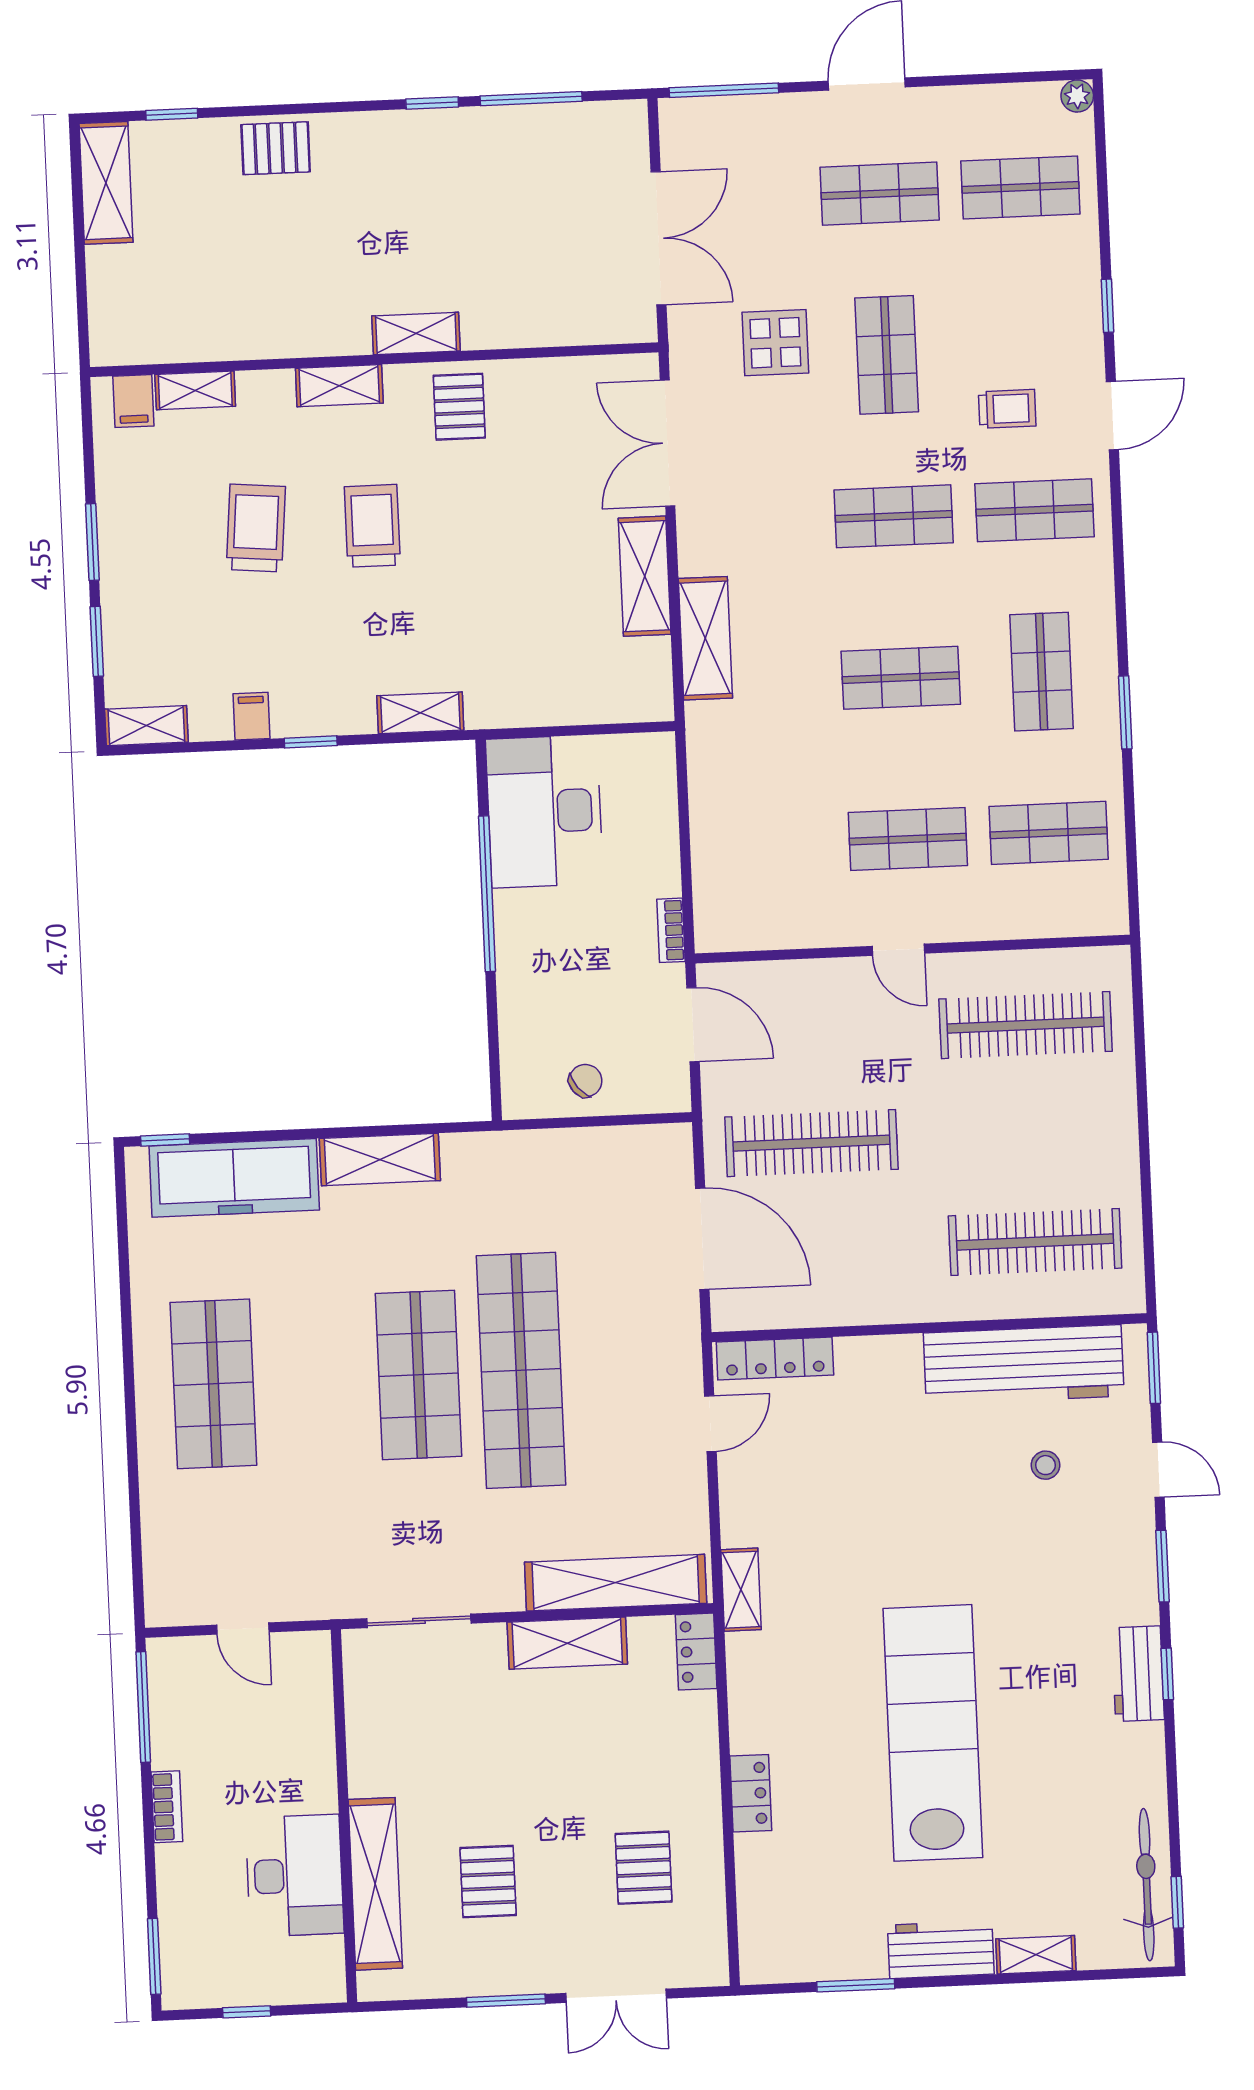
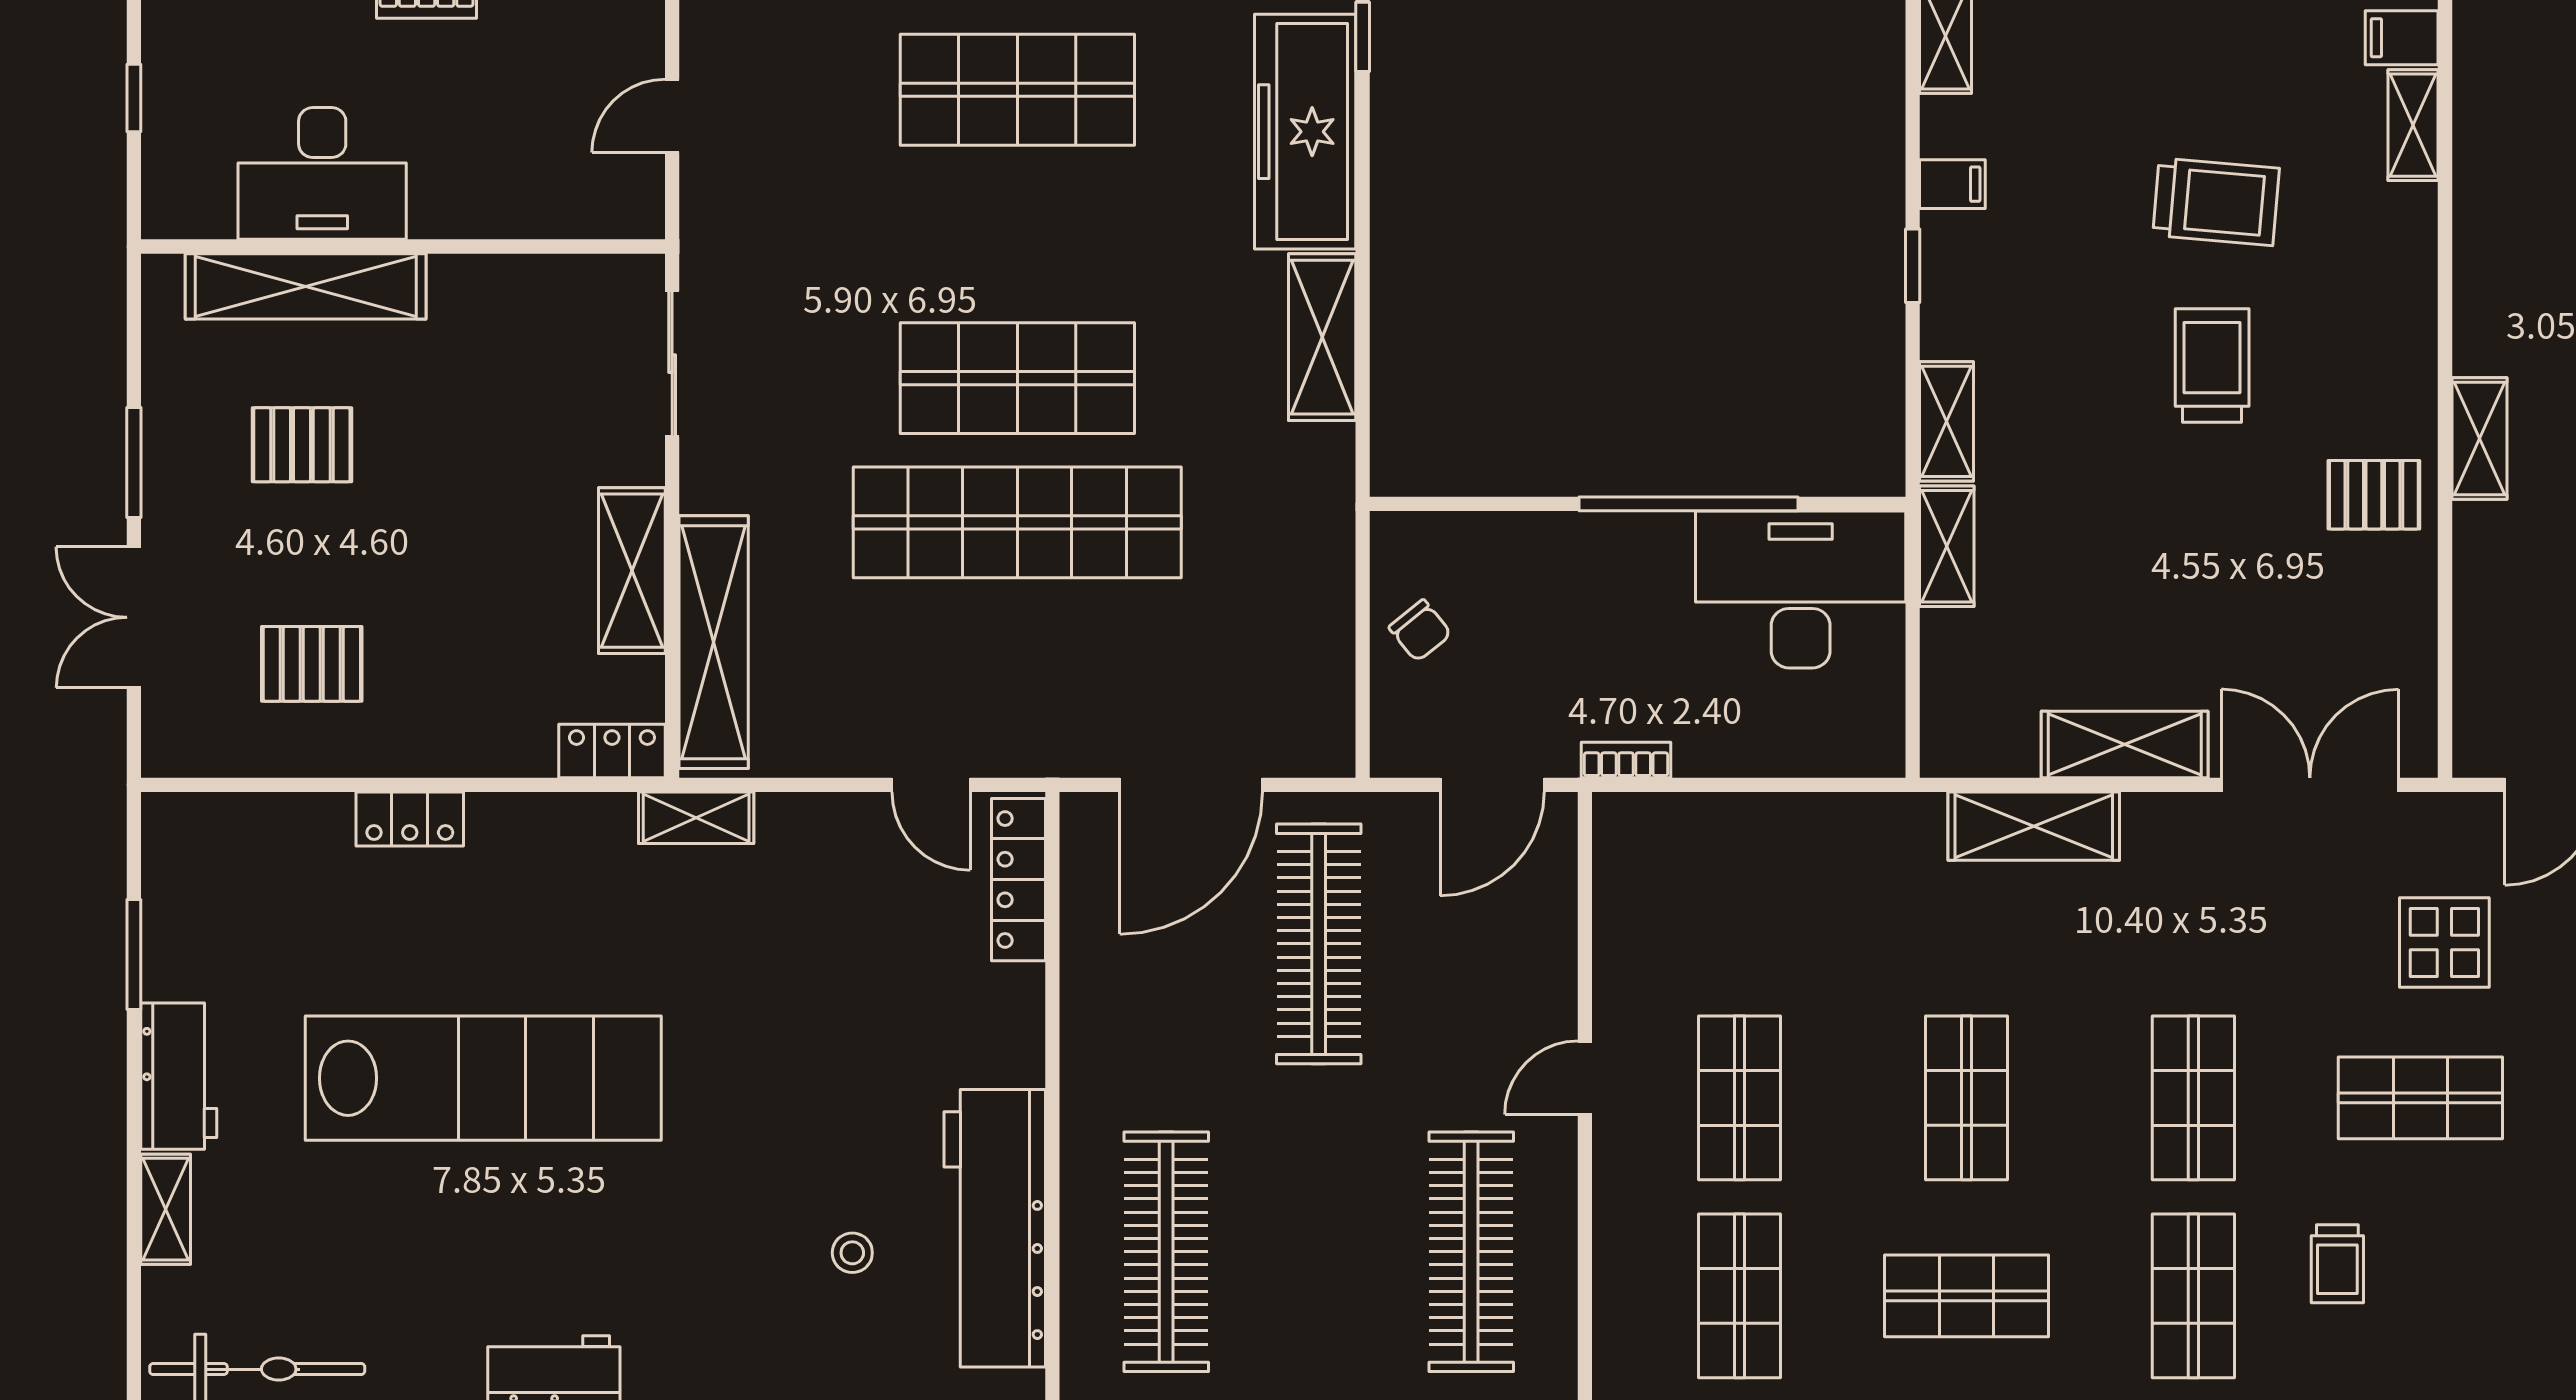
shelving: (339, 386) -> (1947, 546), moved
trolley: (372, 526) -> (2212, 365), turned -90

